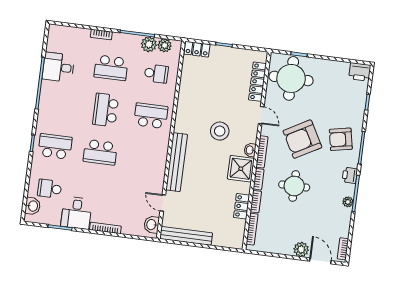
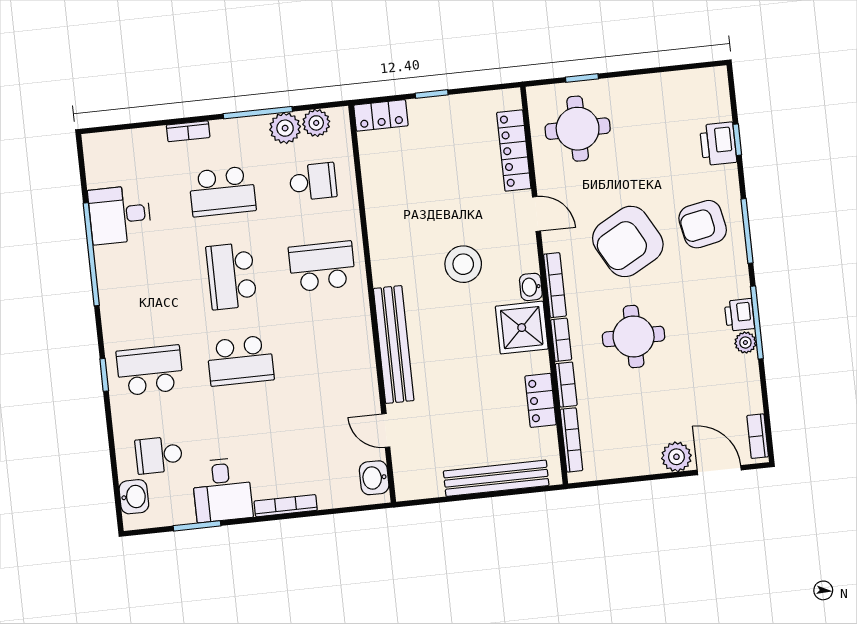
printer: (360, 72) -> (718, 144), moved, turned 90
round table: (291, 78) -> (578, 129), width x0.73, depth x0.73
printer: (350, 175) -> (739, 315), moved
bench: (186, 236) -> (496, 478), moved

